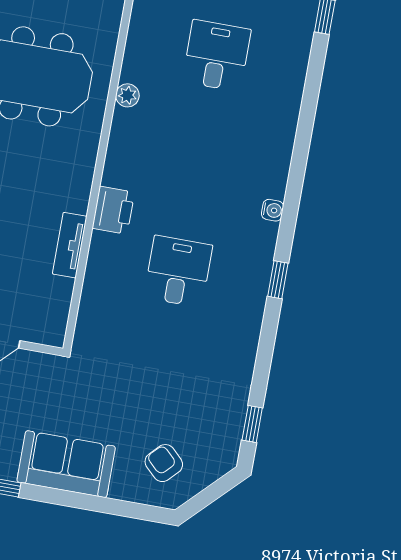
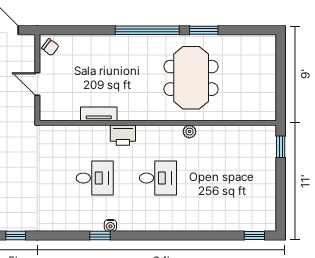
desk: (217, 56) -> (158, 178), moved
water cooler: (272, 210) -> (110, 225), moved

